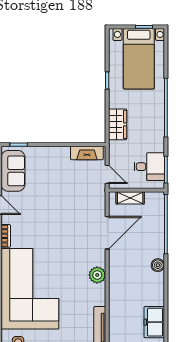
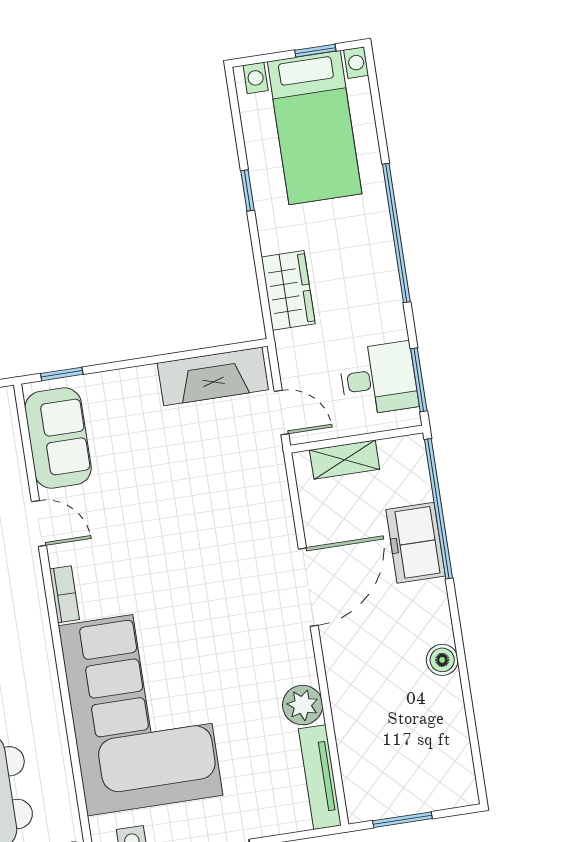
fireplace: (87, 153) -> (213, 376), width x1.37, depth x1.32
door: (107, 233) -> (308, 587), moved
boiler: (158, 265) -> (442, 660), moved
plant: (97, 275) -> (303, 705), moved
freezer: (154, 322) -> (416, 543), moved

